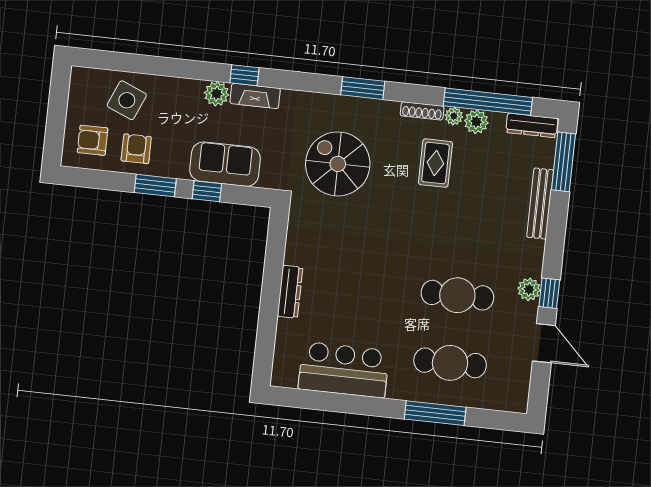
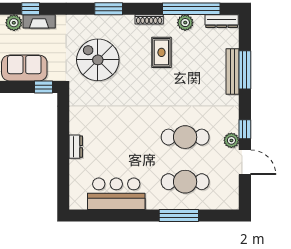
plant: (454, 116) -> (170, 21), removed
window: (564, 162) -> (245, 70), moved
window: (207, 191) -> (43, 87), moved
plant: (529, 289) -> (231, 140), moved
dresser: (290, 292) -> (76, 147), width x0.70

